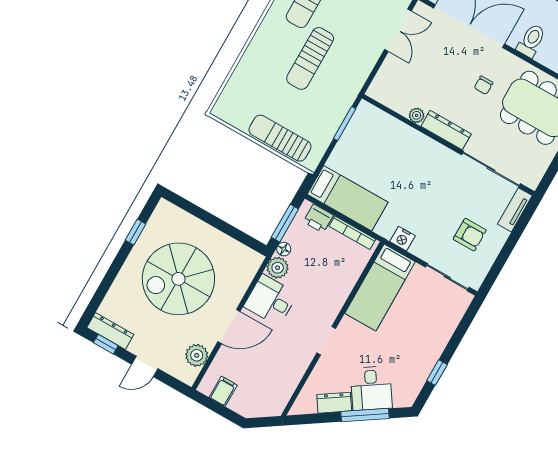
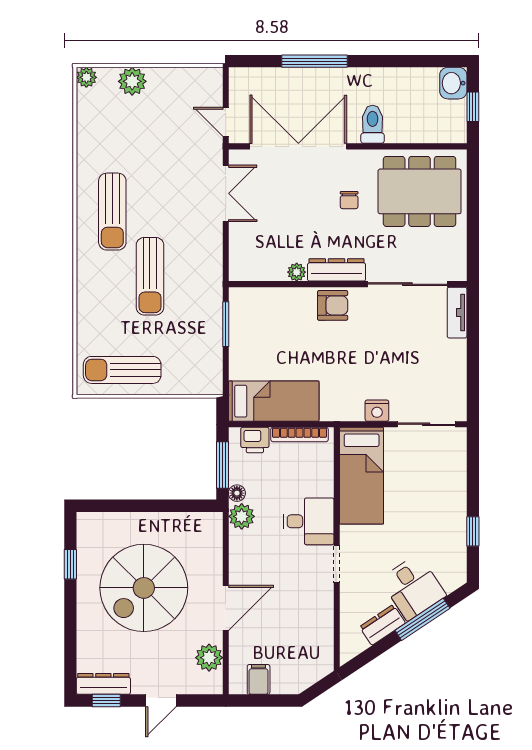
sun lounger: (280, 138) -> (122, 370), moved
armchair: (470, 235) -> (333, 305), moved
nightstand: (403, 239) -> (377, 411), moved
desk: (271, 300) -> (309, 521), moved, turned 180

